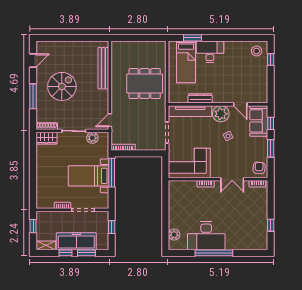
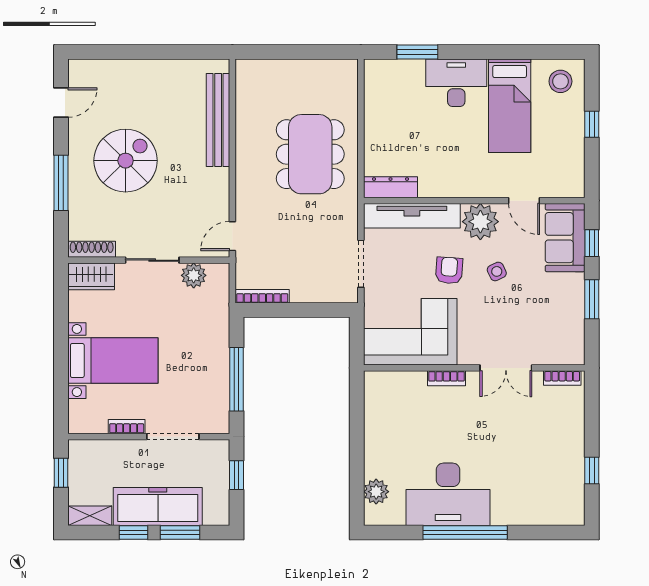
window: (271, 59) -> (592, 124), moved
bed: (186, 62) -> (510, 106), moved
dining table: (145, 84) -> (310, 154), turned 90
dresser: (200, 98) -> (390, 187), moved
armchair: (259, 168) -> (449, 270), moved
window: (112, 173) -> (237, 379), moved
bed with nightstands: (88, 176) -> (113, 361), moved, turned 180

